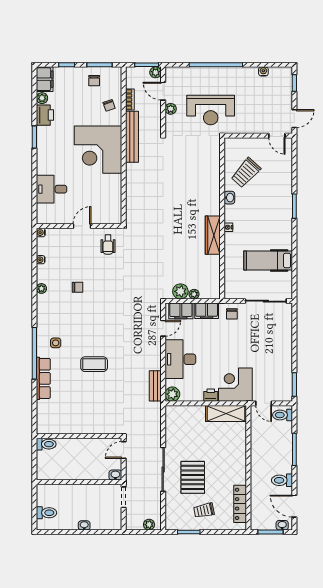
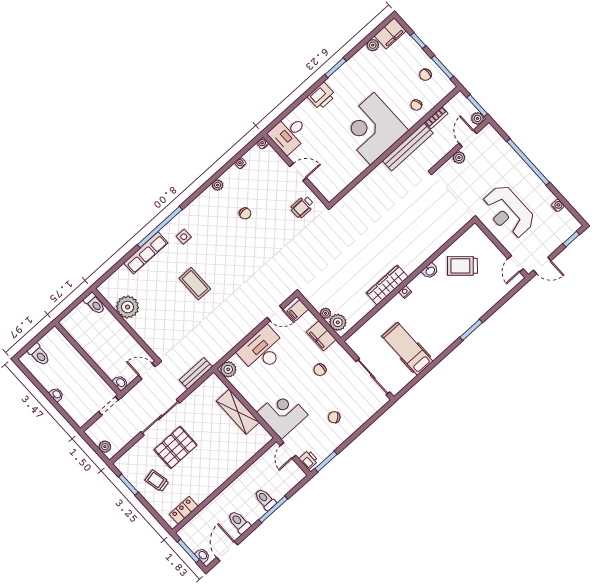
reception desk: (211, 110) -> (508, 212), moved
printer: (45, 115) -> (322, 96), moved
desk: (52, 189) -> (289, 134), moved, turned -90
plant: (180, 291) -> (338, 322), moved
filing cabinet: (181, 311) -> (298, 310), width x0.50
chair: (232, 314) -> (320, 370), moved
chair: (270, 352) -> (334, 417), added
bench: (155, 386) -> (196, 373), moved
printer: (211, 395) -> (309, 460), moved
shelving: (226, 414) -> (238, 412), moved
toilet: (283, 415) -> (265, 499), moved
plant: (69, 424) -> (128, 307), added
locker: (240, 504) -> (184, 510), width x0.66

